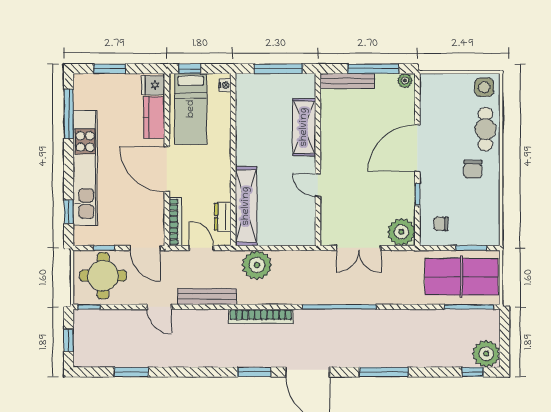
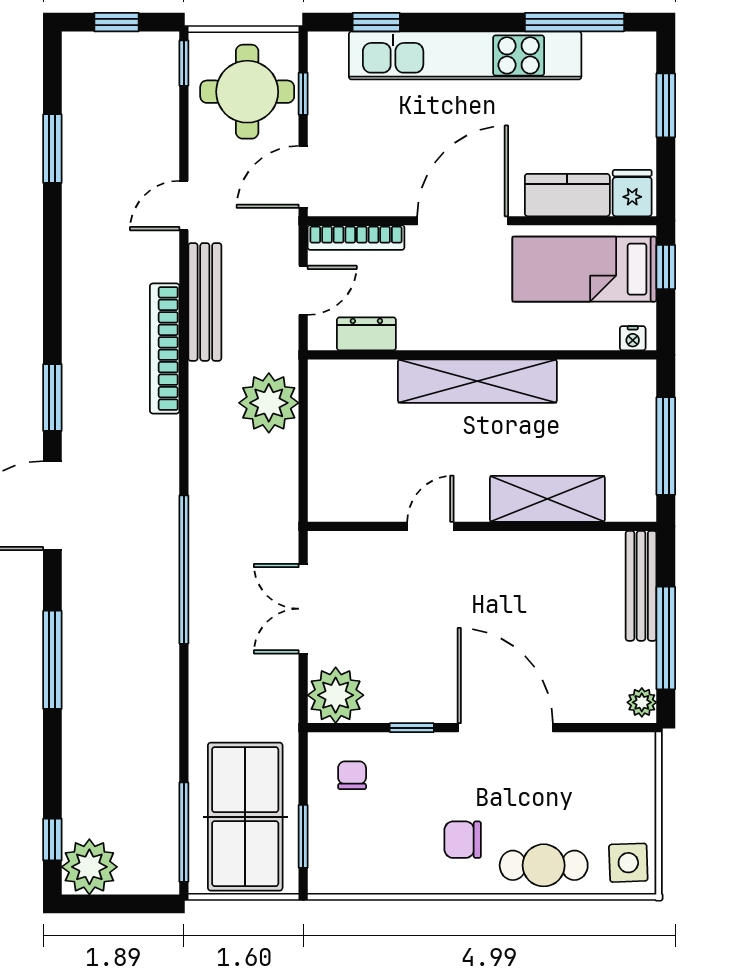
shelving: (246, 206) -> (477, 381), moved
bookcase: (261, 316) -> (165, 349), moved

